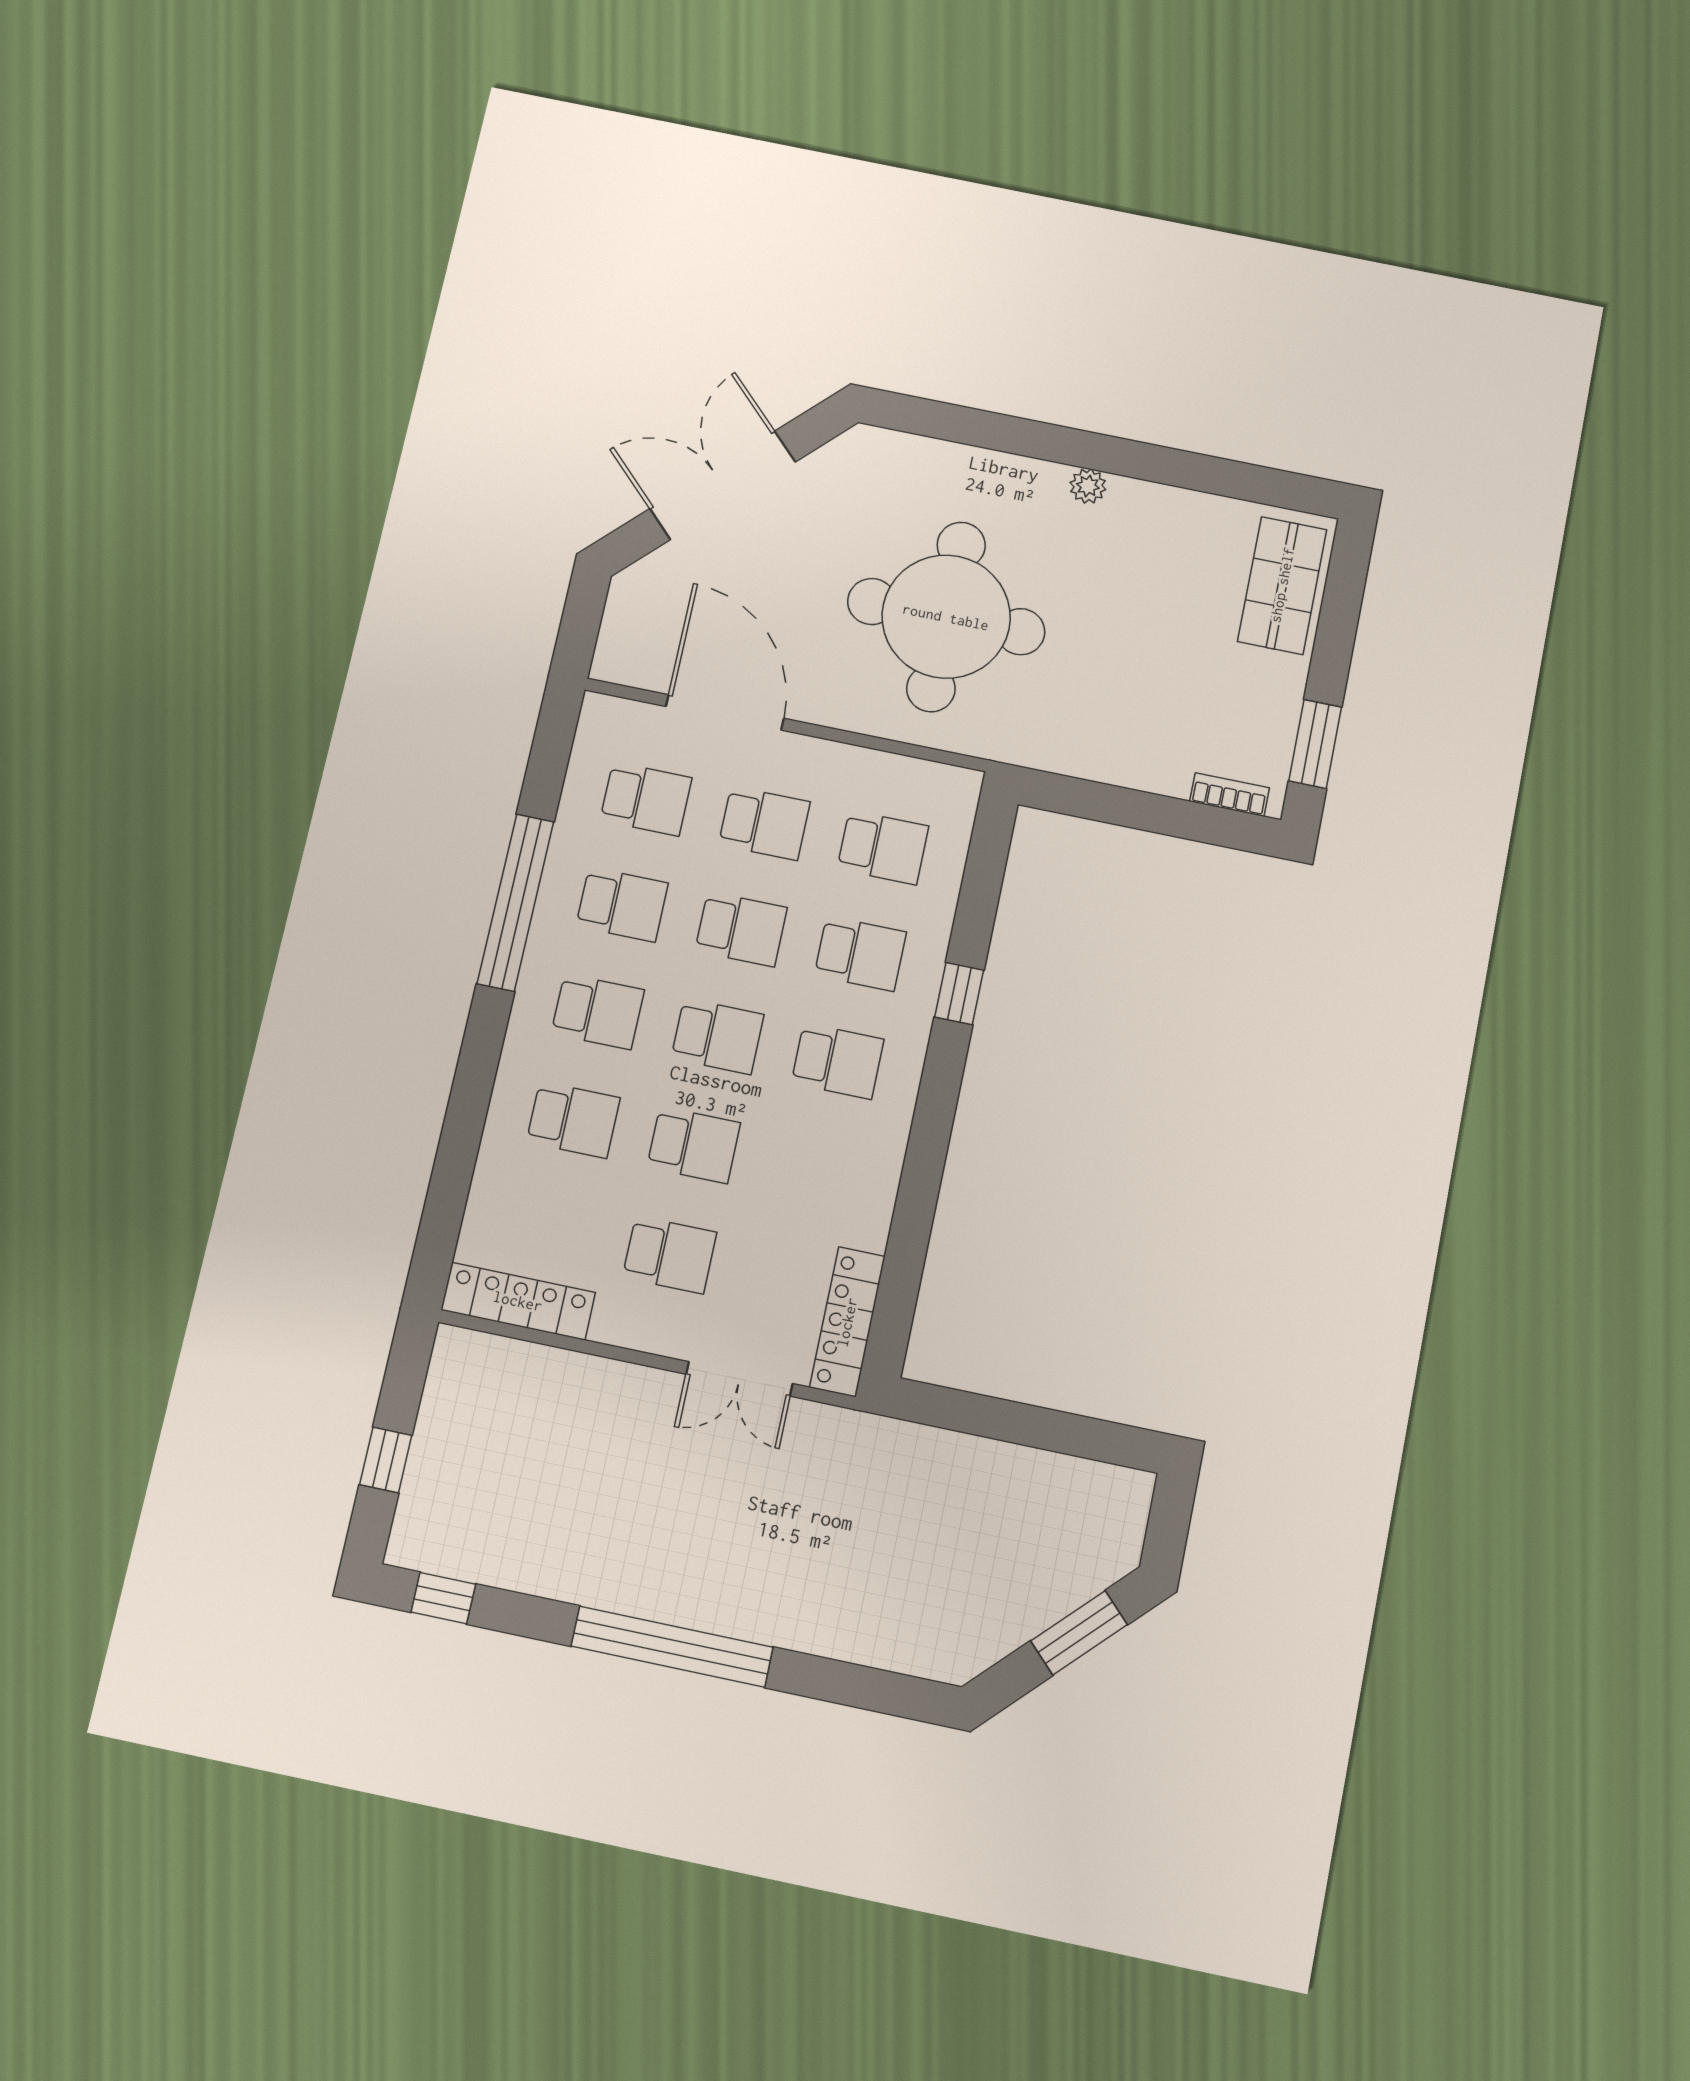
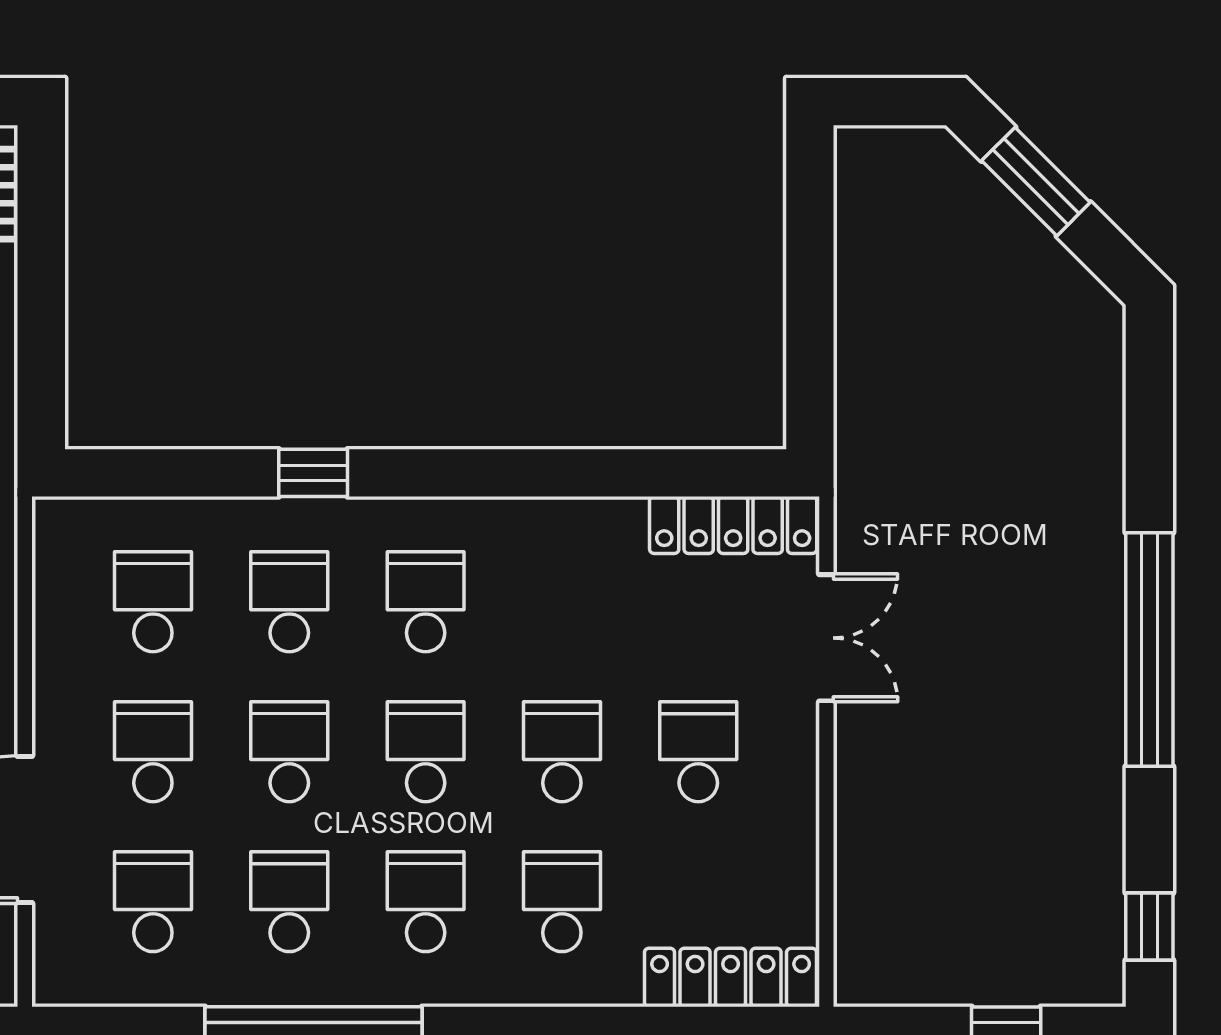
locker: (518, 1301) -> (731, 978), moved, turned 90

